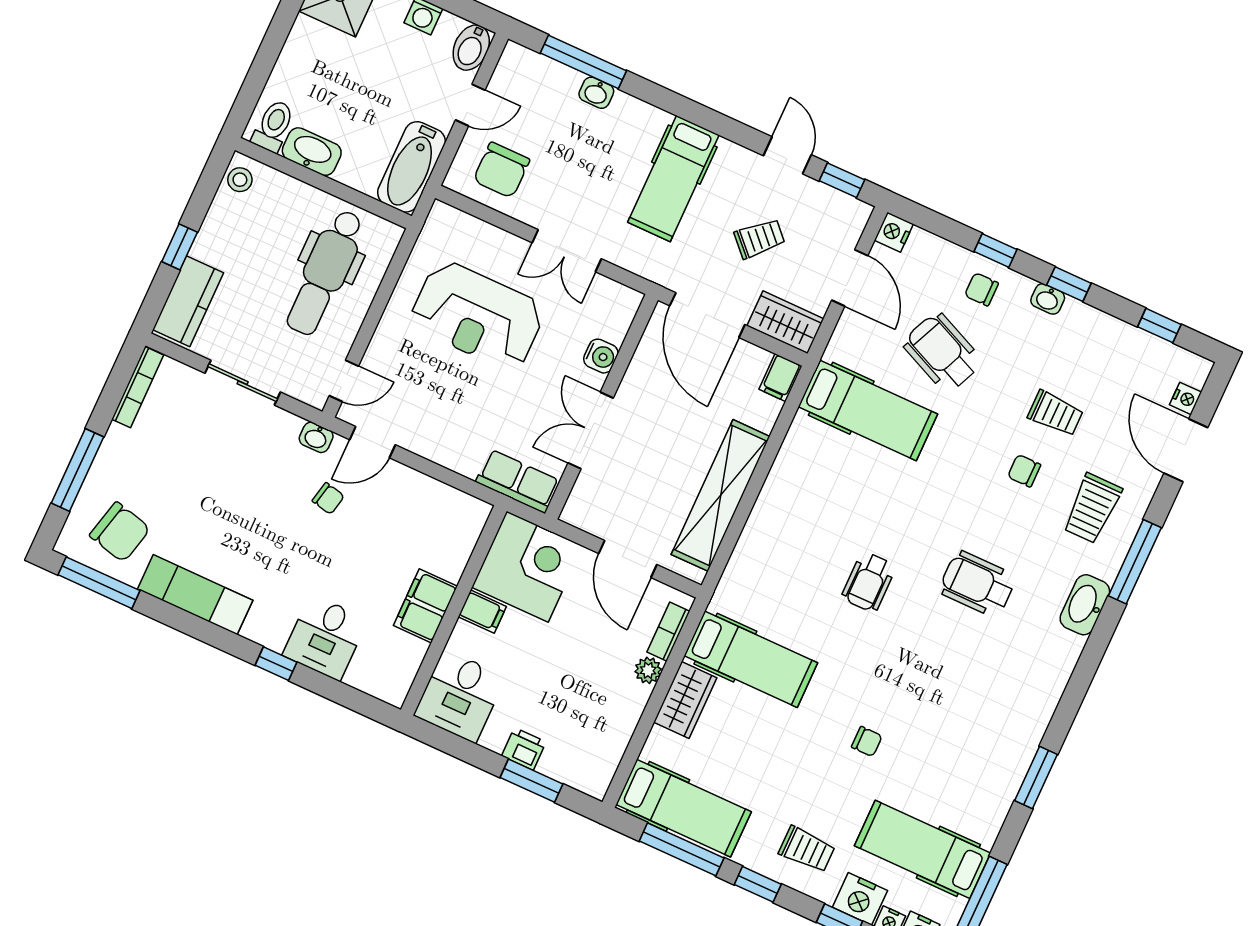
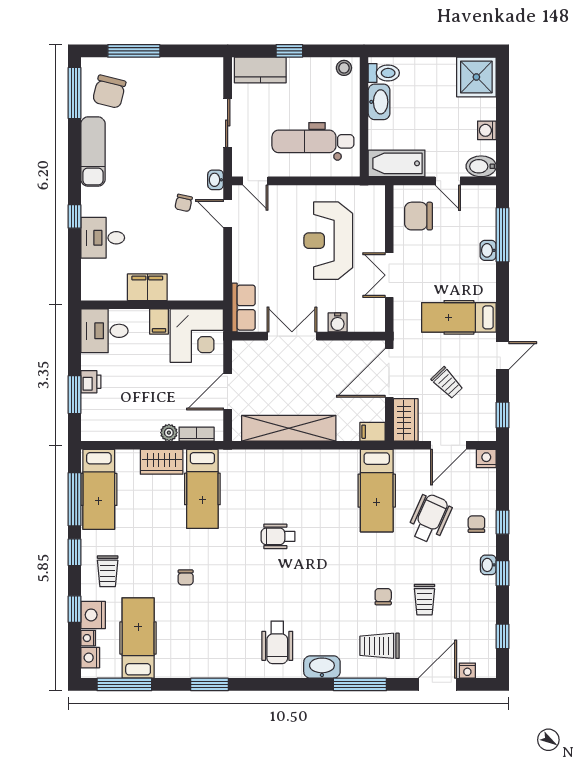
door: (787, 155) -> (503, 356), moved
bookcase: (138, 387) -> (197, 64), removed
wheelchair: (978, 584) -> (277, 642), moved, turned 180

